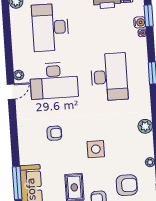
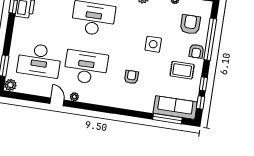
desk: (54, 81) -> (86, 67), turned -90
door: (11, 92) -> (57, 102), moved

